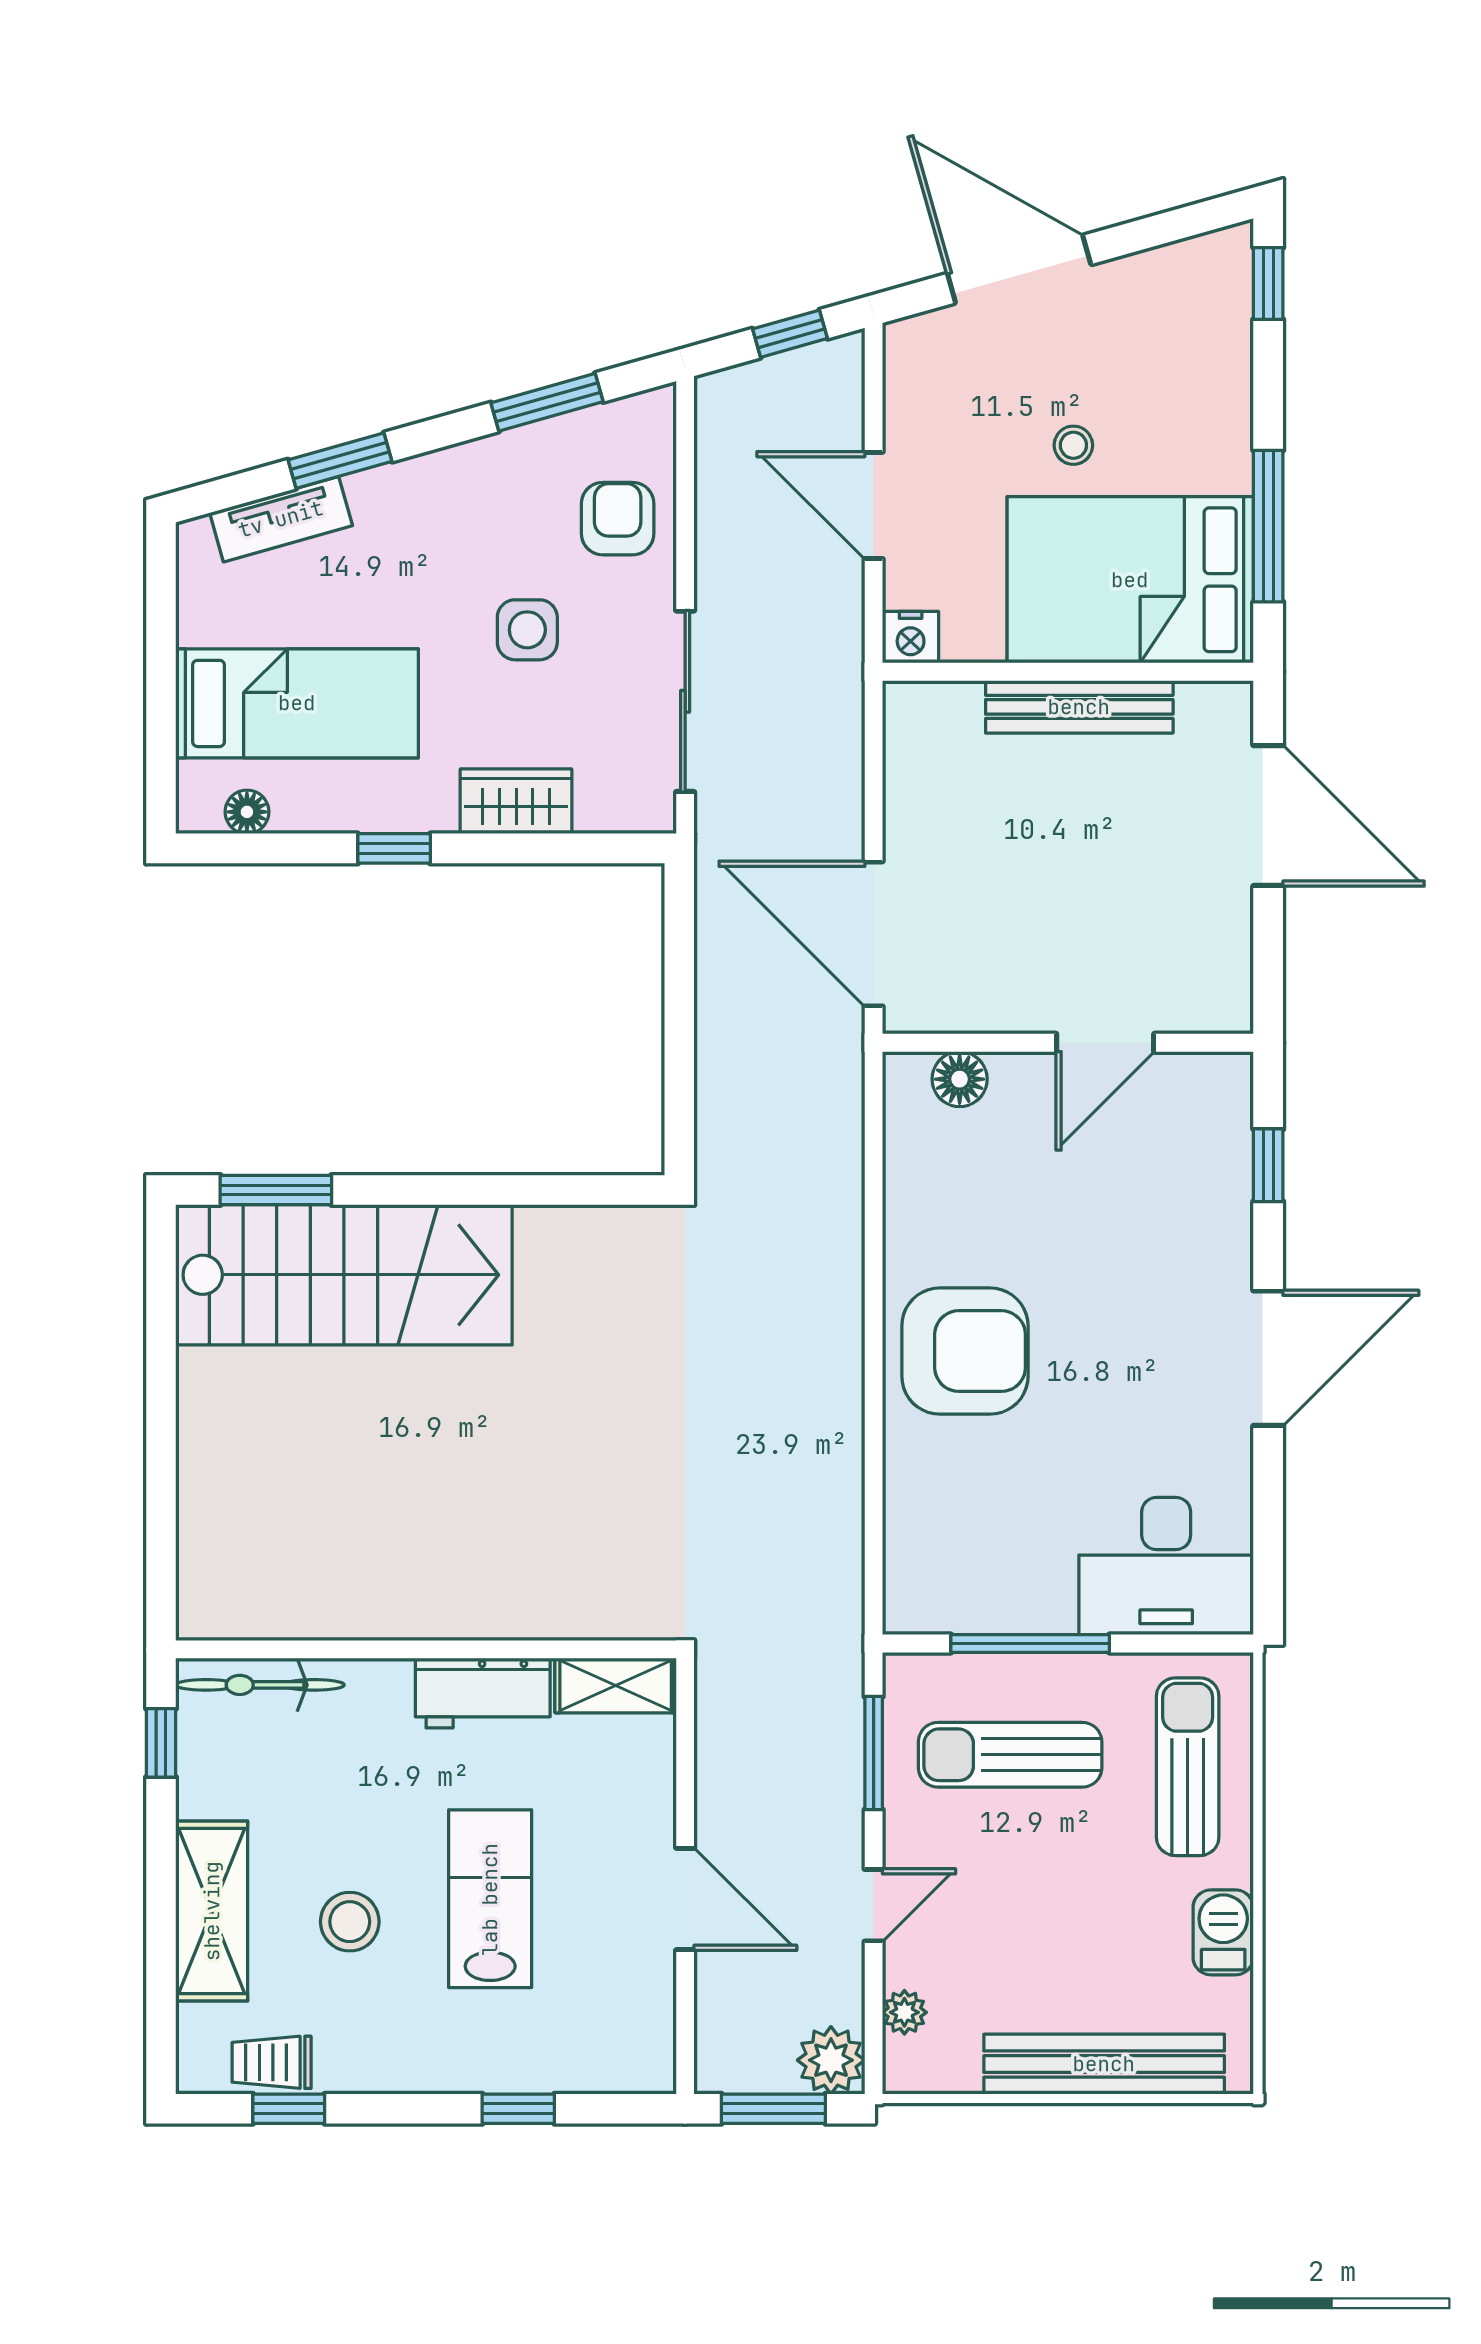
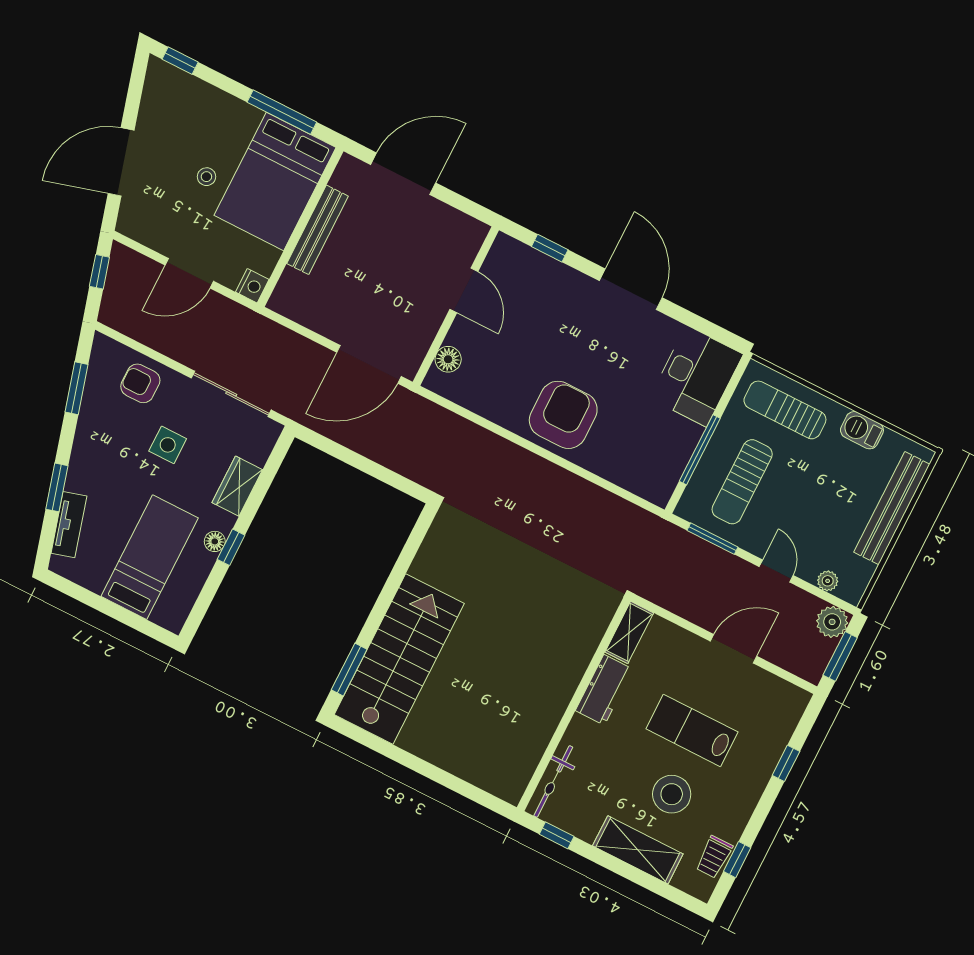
floor lamp: (247, 812) -> (215, 541), moved
stool: (350, 1922) -> (672, 794), width x1.38, depth x1.38

